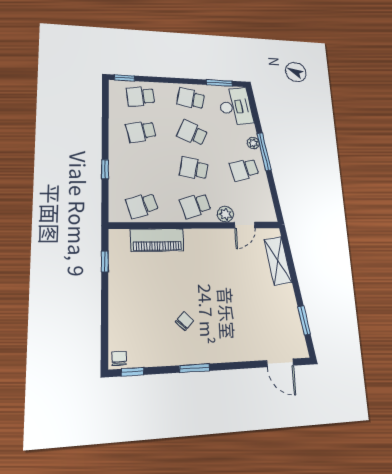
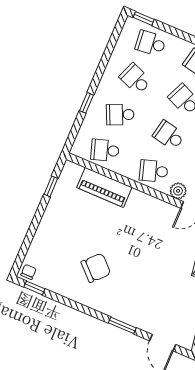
school desk: (141, 131) -> (135, 79), turned 33
school desk: (142, 168) -> (120, 115), added
chair: (184, 321) -> (96, 268), width x1.87, depth x1.87
window: (194, 368) -> (122, 325), moved

